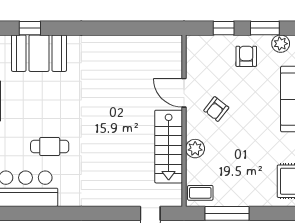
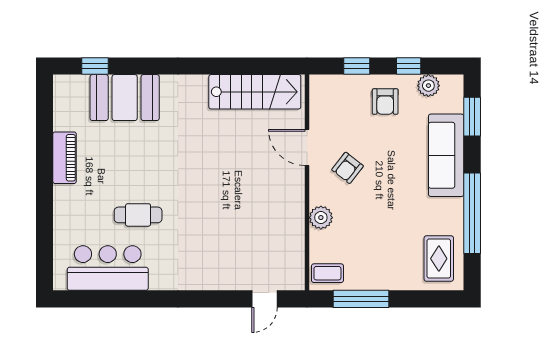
window: (30, 28) -> (95, 66), moved
window: (265, 28) -> (409, 66), width x0.67
armchair: (246, 56) -> (385, 102), turned 180
stairs: (169, 147) -> (255, 92), moved, turned -90

